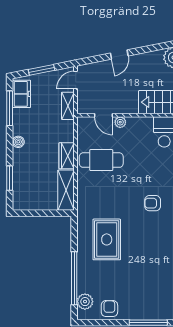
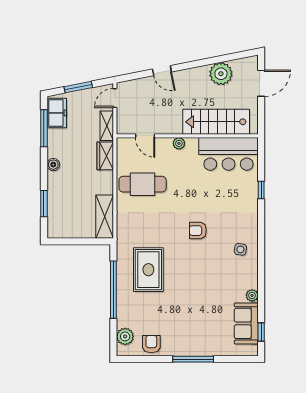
door: (119, 55) -> (162, 71), hinge flipped
plant: (120, 122) -> (179, 143), moved
wardrobe: (67, 156) -> (105, 156), moved
window: (74, 278) -> (113, 290), moved

